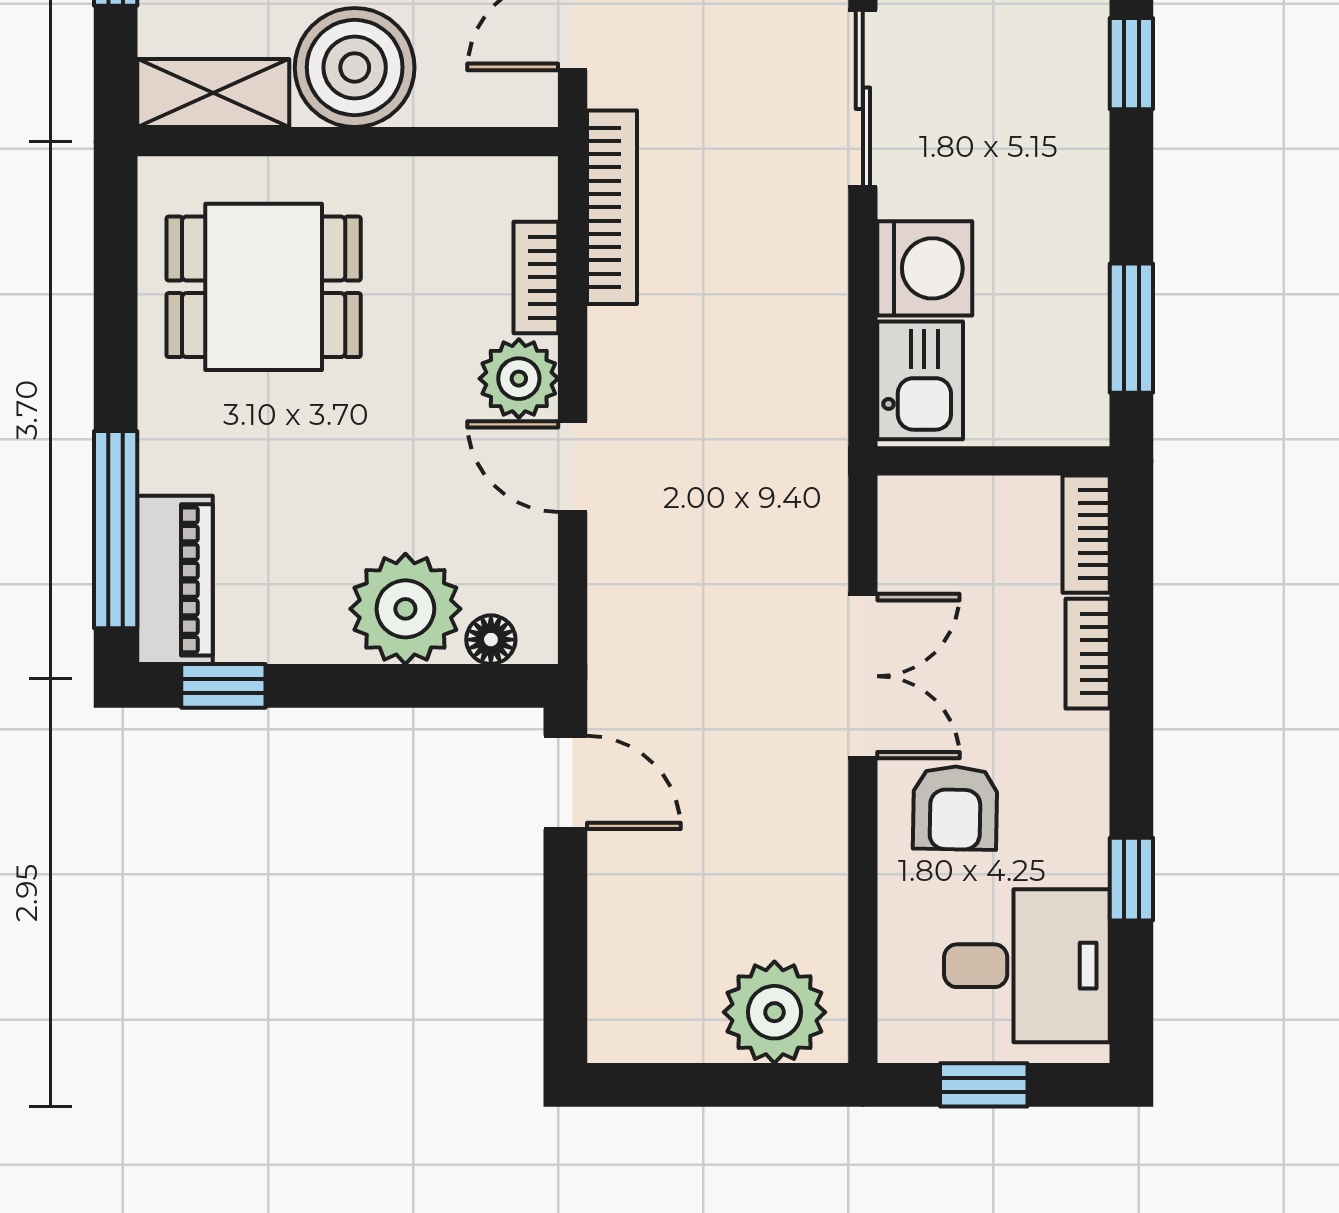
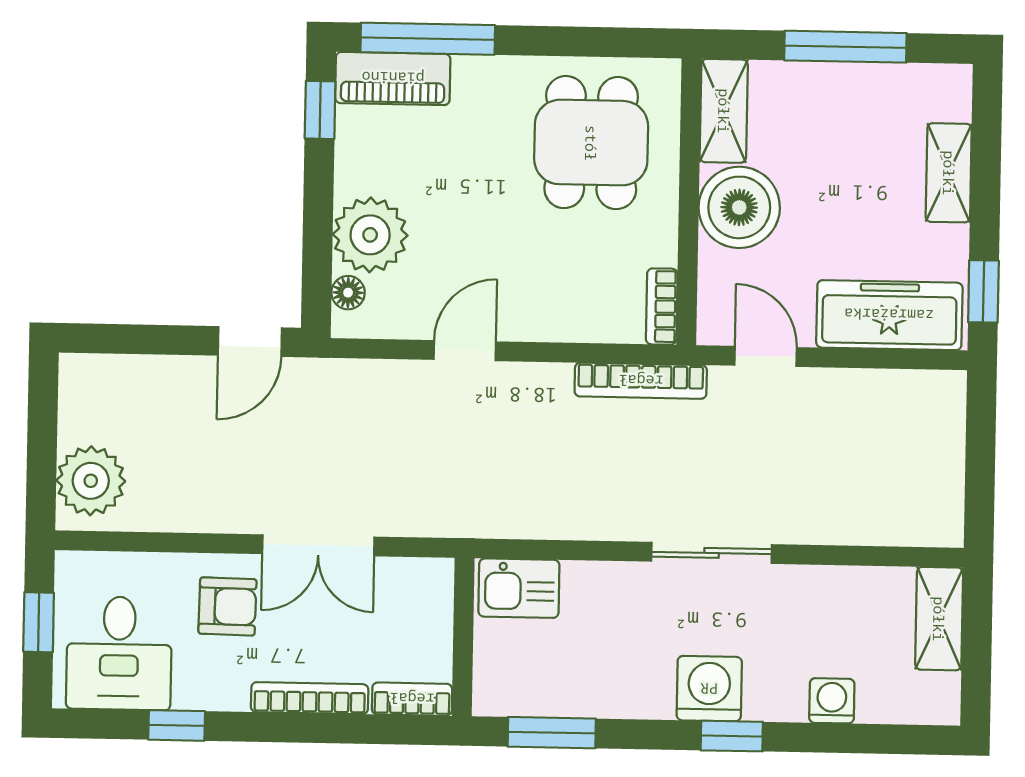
washing machine: (925, 268) -> (709, 689), moved, turned 180
bookcase: (536, 277) -> (662, 307), moved, turned -90
plant: (519, 379) -> (525, 315), removed
bookcase: (1088, 654) -> (310, 698), width x1.56
armchair: (955, 808) -> (227, 606), turned 180

